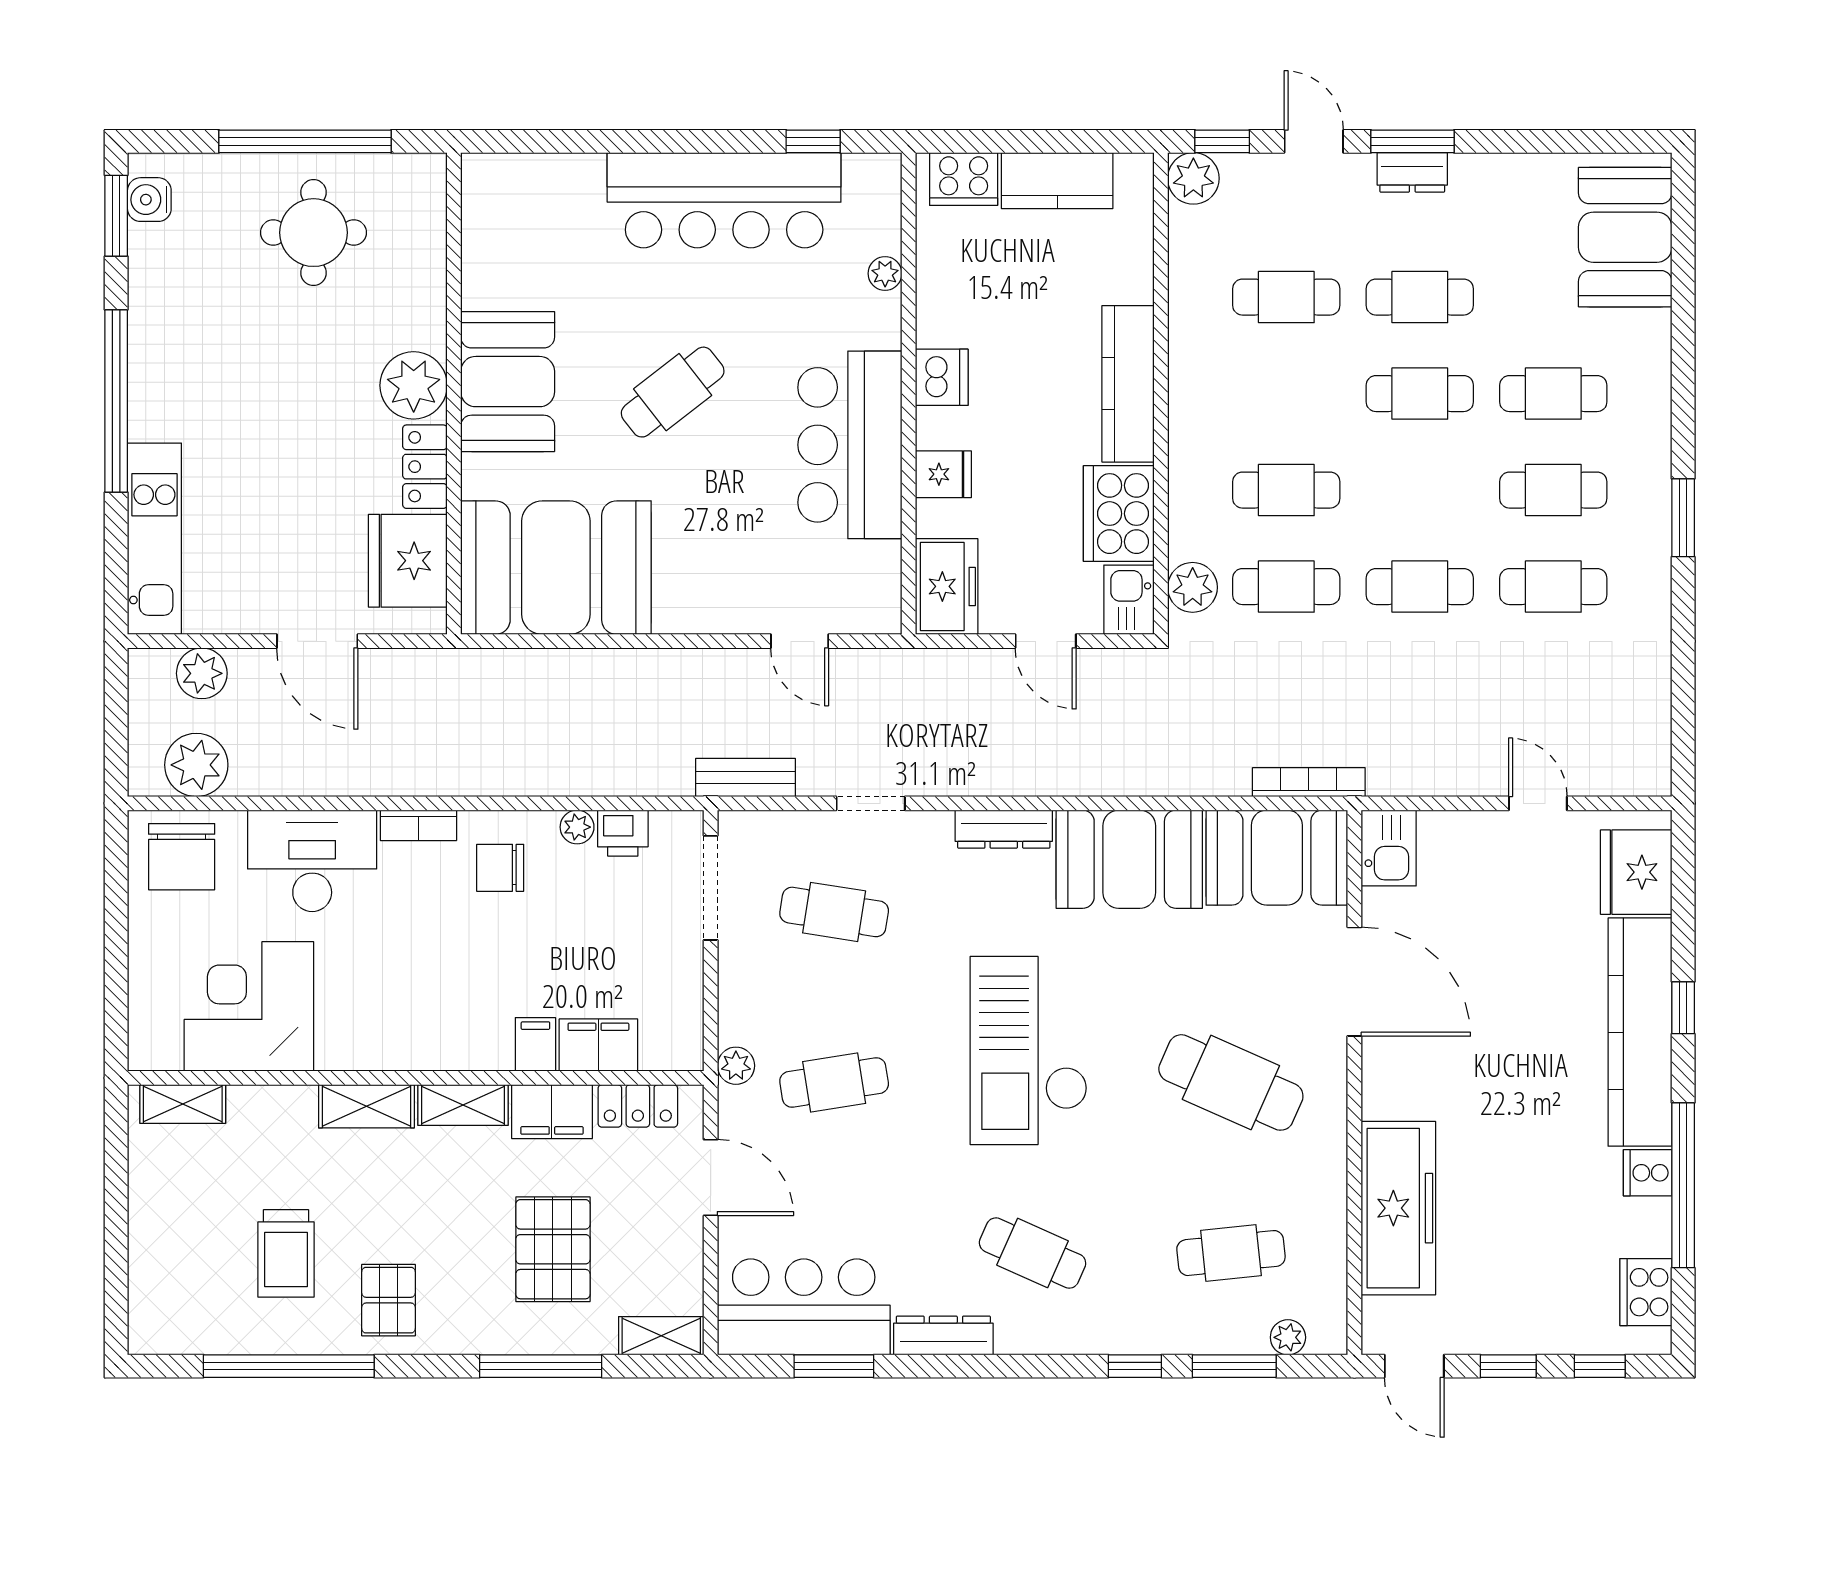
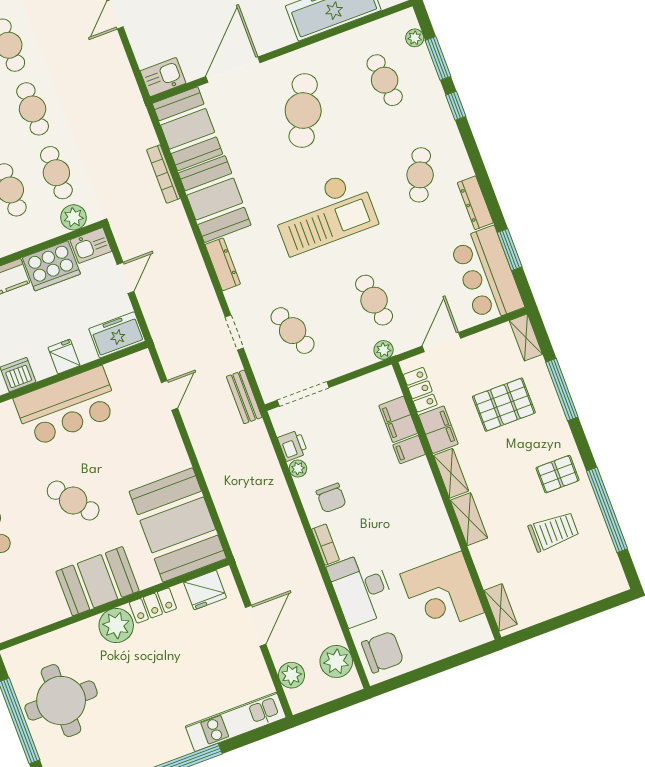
round table: (314, 233) -> (61, 701), width x1.36, depth x1.36
fridge: (408, 561) -> (205, 590), width x0.73, depth x0.75
bookcase: (1309, 782) -> (163, 174), moved
cafe table: (834, 912) -> (293, 331), turned -30

